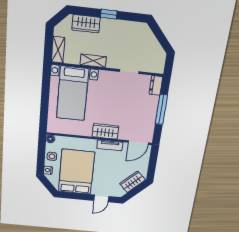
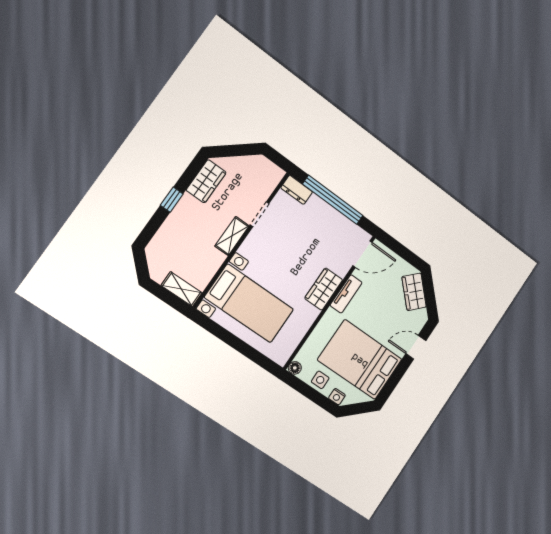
wardrobe: (86, 24) -> (206, 181), moved
shelving: (93, 61) -> (232, 236), moved
window: (161, 109) -> (333, 200), width x1.46
door: (138, 143) -> (363, 254), hinge flipped
door: (101, 198) -> (416, 347), swing flipped

